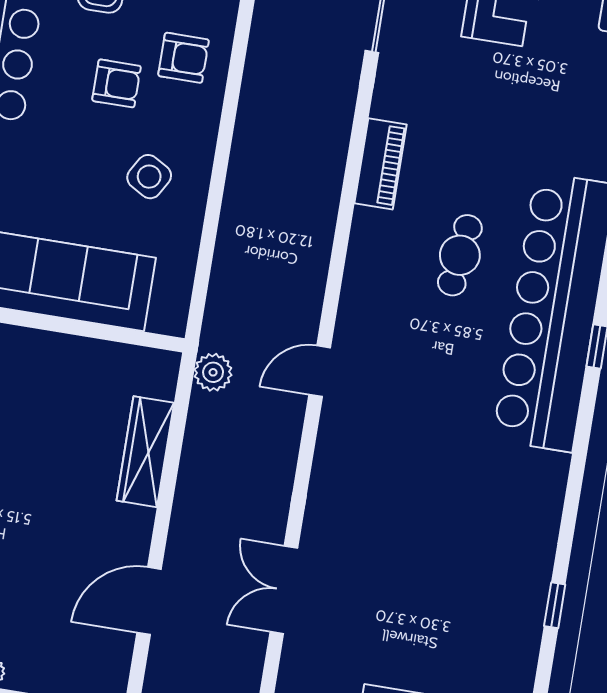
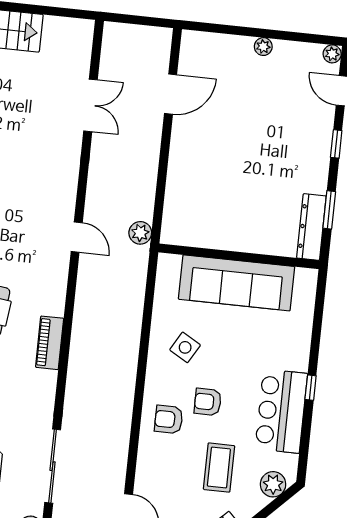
piano: (381, 164) -> (50, 343), moved
door: (320, 371) -> (77, 237), hinge flipped
wardrobe: (145, 452) -> (178, 183), removed

